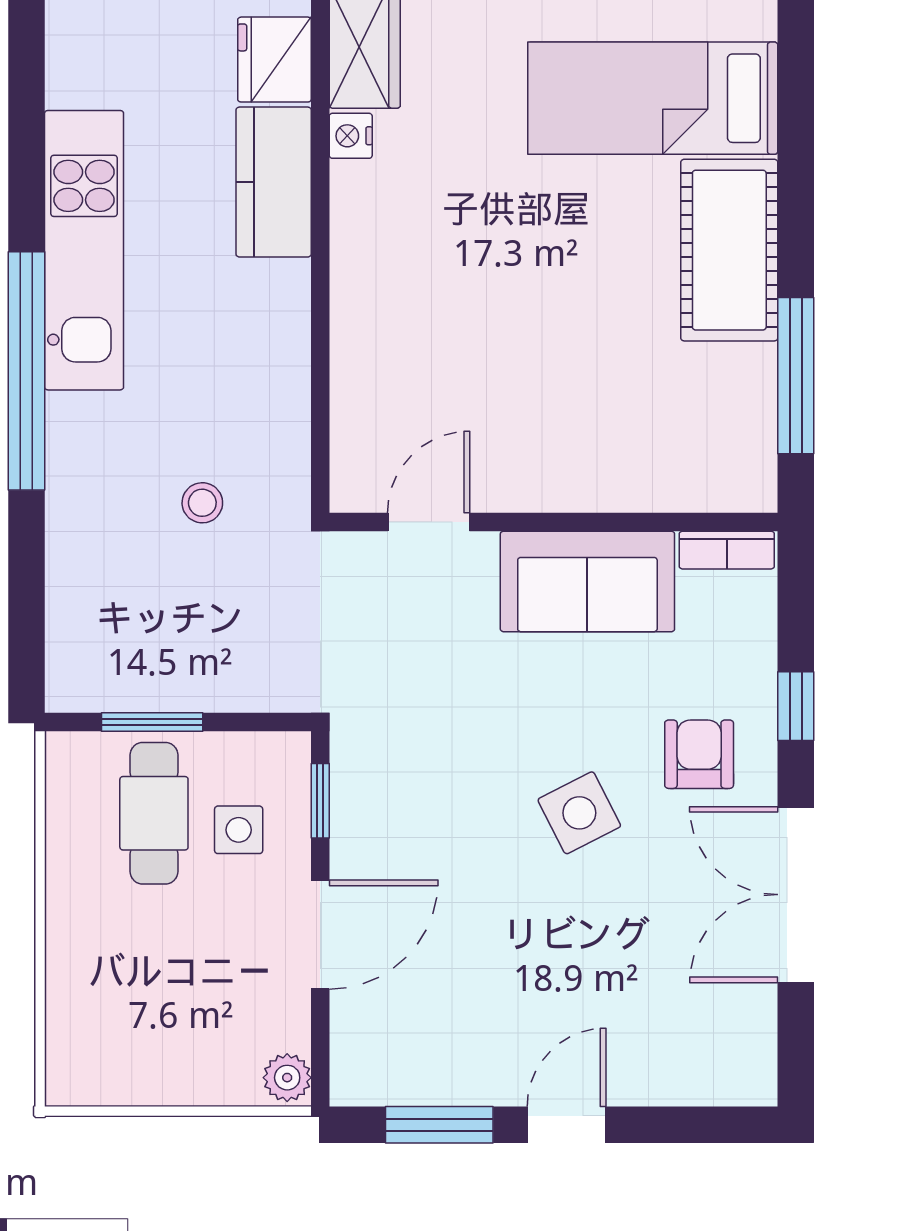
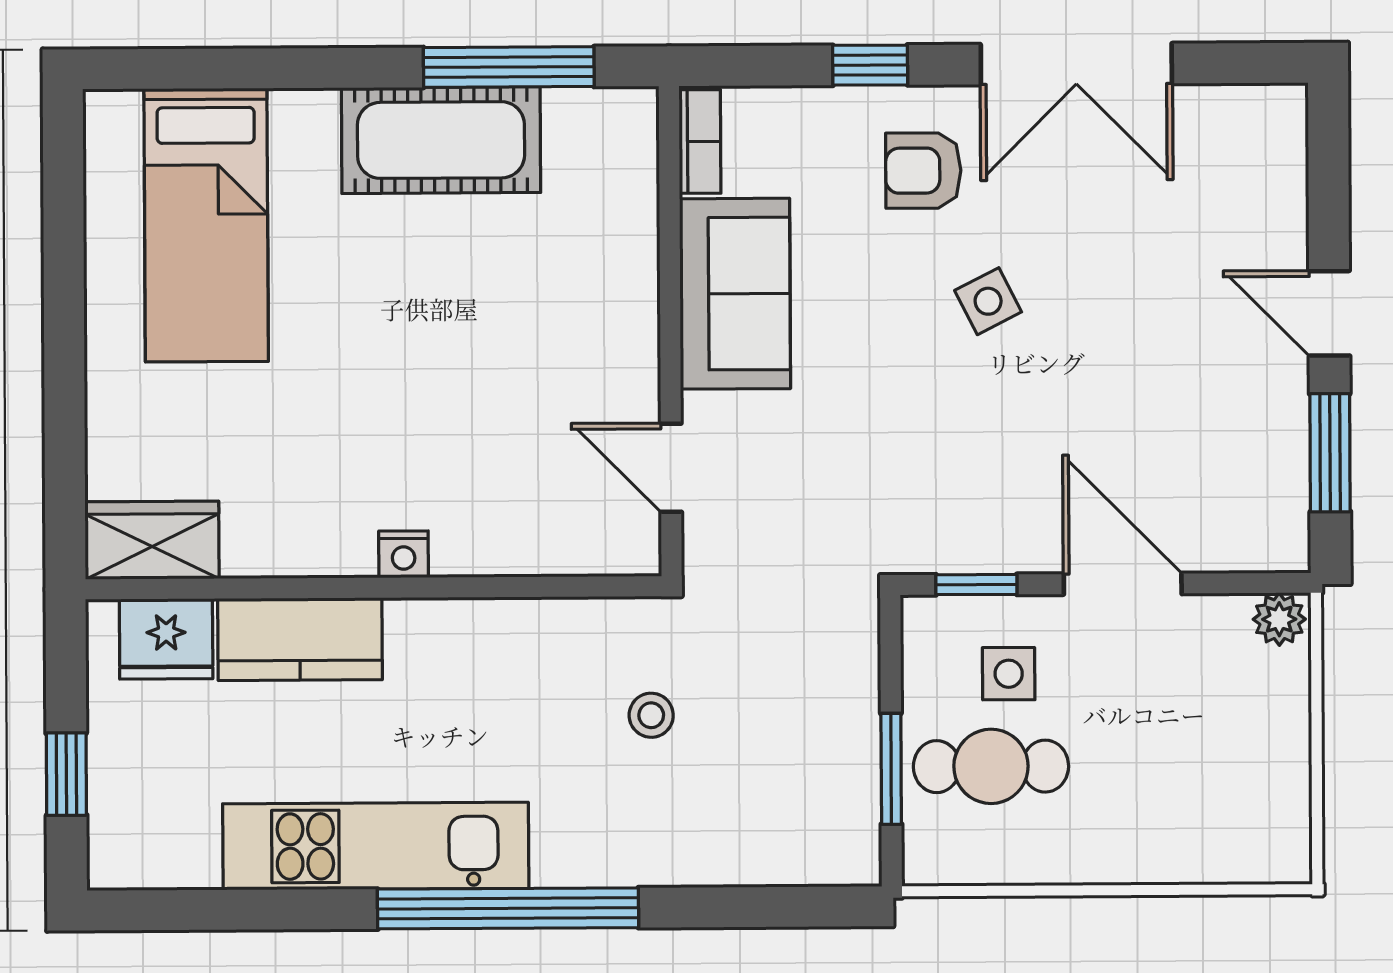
nightstand: (351, 136) -> (404, 554), moved
cot: (729, 250) -> (441, 140), moved
side table: (579, 813) -> (988, 301), width x0.73, depth x0.73

